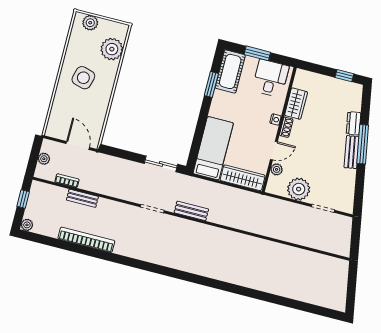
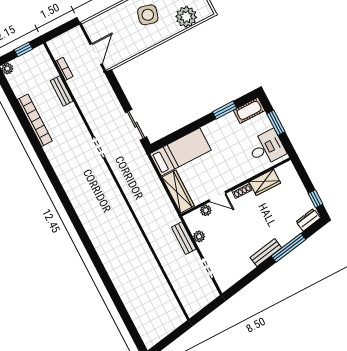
cot: (230, 71) -> (249, 110), width x0.73, depth x0.75
nightstand: (275, 119) -> (240, 178), removed
dresser: (354, 123) -> (308, 220), moved
window: (363, 144) -> (288, 248), moved
plant: (44, 159) -> (65, 38), removed
plant: (299, 189) -> (199, 236), width x0.53, depth x0.53
bench: (191, 211) -> (184, 238), moved

